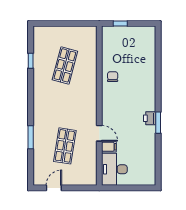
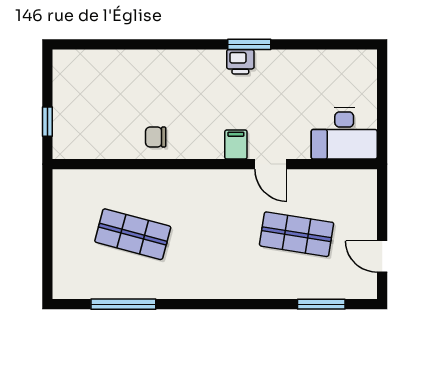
window: (31, 61) -> (123, 304), width x2.17
door: (99, 133) -> (271, 164), swing flipped
window: (31, 137) -> (321, 304), moved
filing cabinet: (109, 147) -> (236, 145), moved

